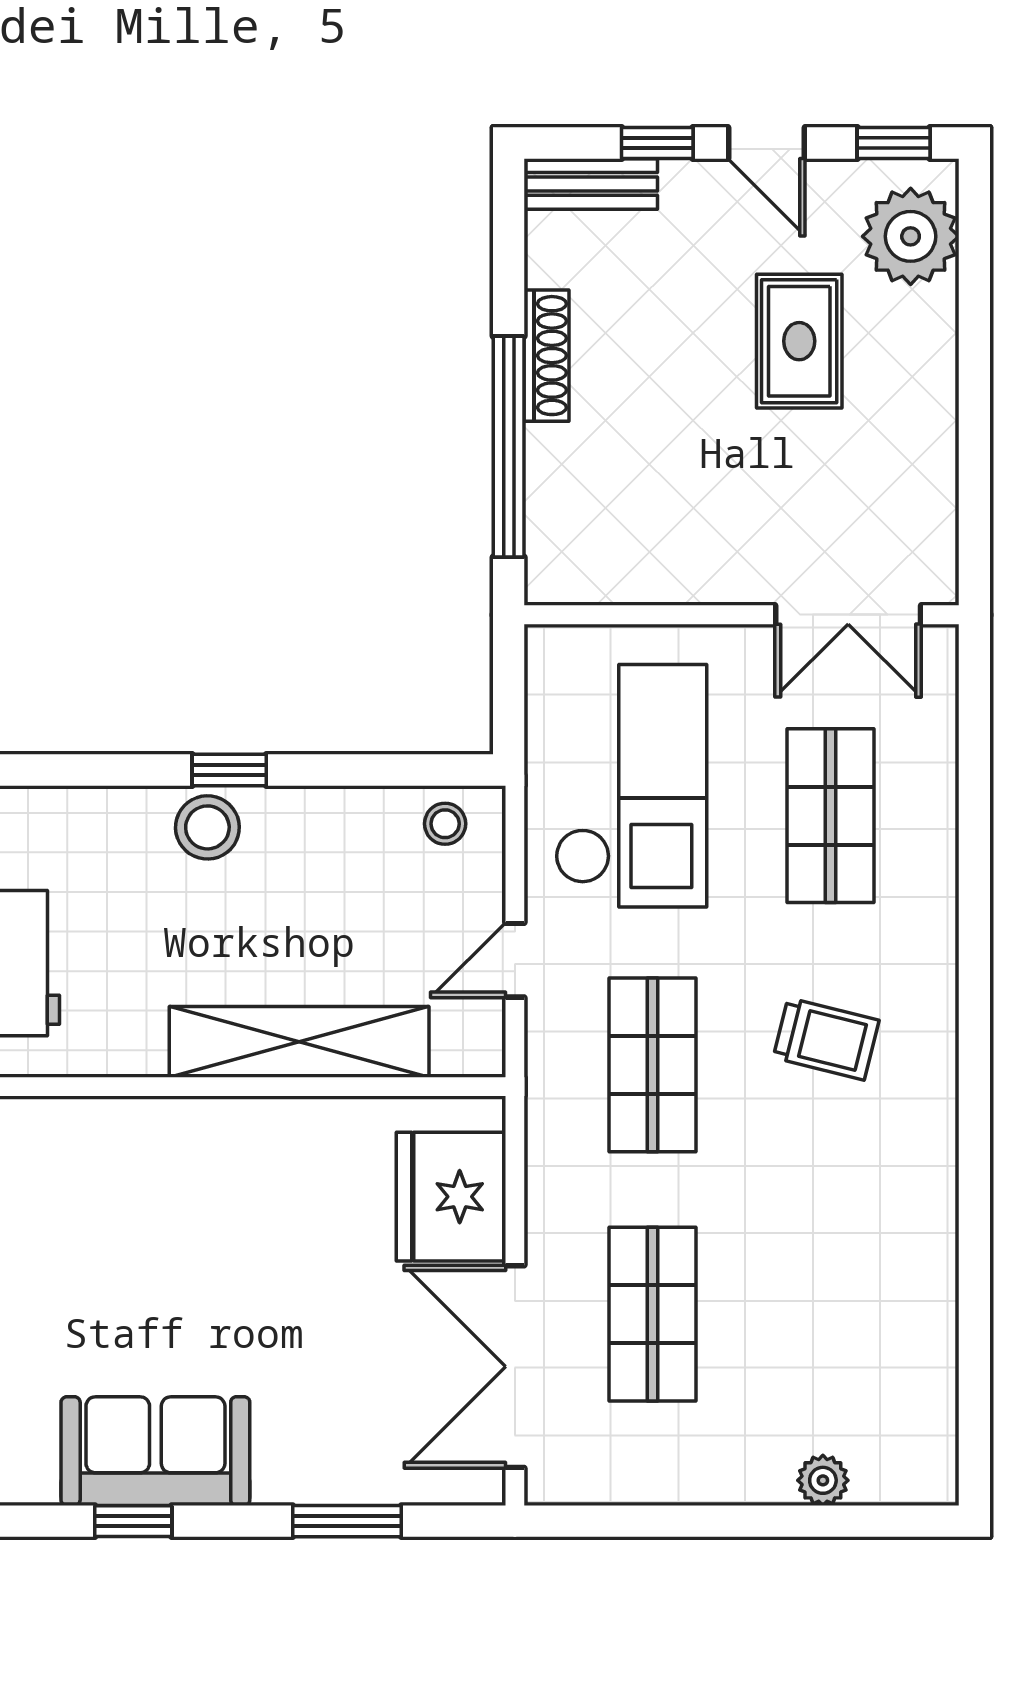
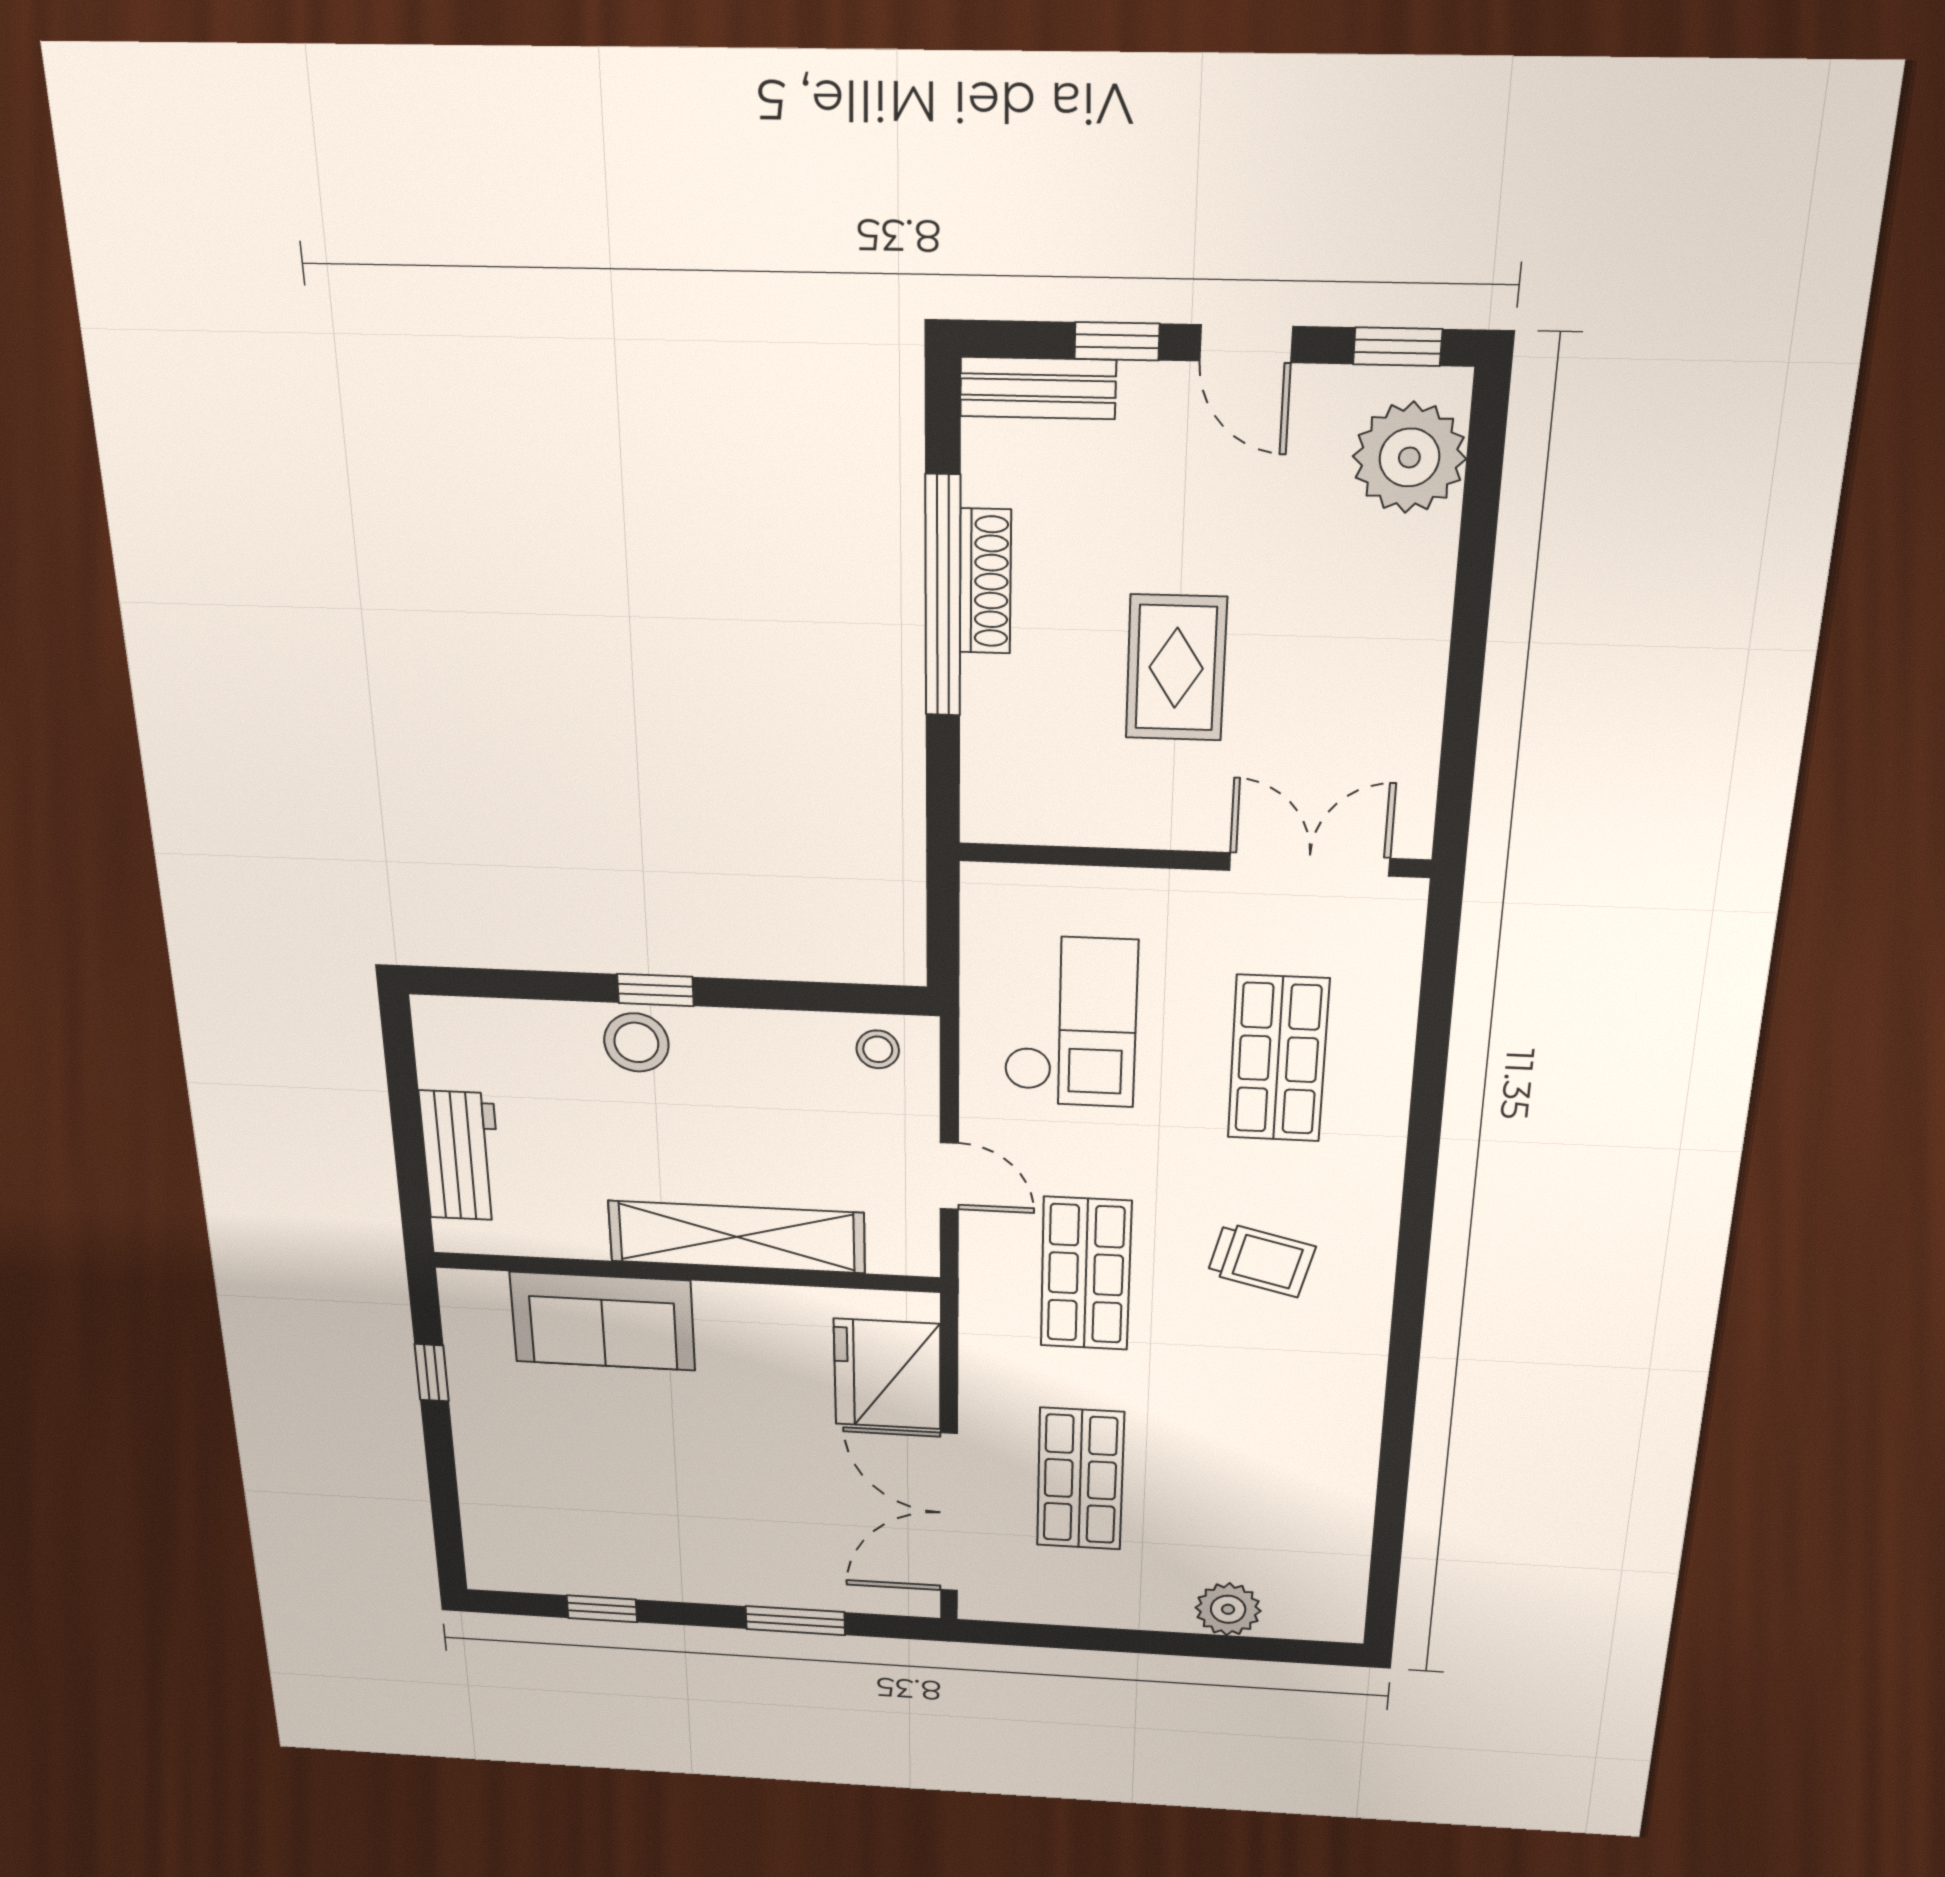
rug: (799, 341) -> (1176, 668), moved
window: (509, 447) -> (943, 597), moved
double door: (848, 615) -> (1309, 864), swing flipped
checkout: (631, 786) -> (1070, 1022), width x0.73, depth x0.83
door: (515, 960) -> (949, 1176), swing flipped
sofa: (155, 1451) -> (603, 1321), moved, turned 180
plant: (823, 1480) -> (1228, 1609), width x1.38, depth x1.38

